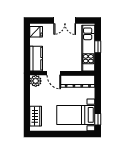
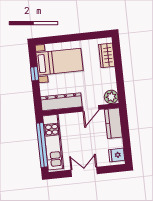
window: (98, 47) -> (42, 145), width x3.17
door: (54, 73) -> (91, 108), swing flipped
window: (98, 119) -> (35, 74), moved

